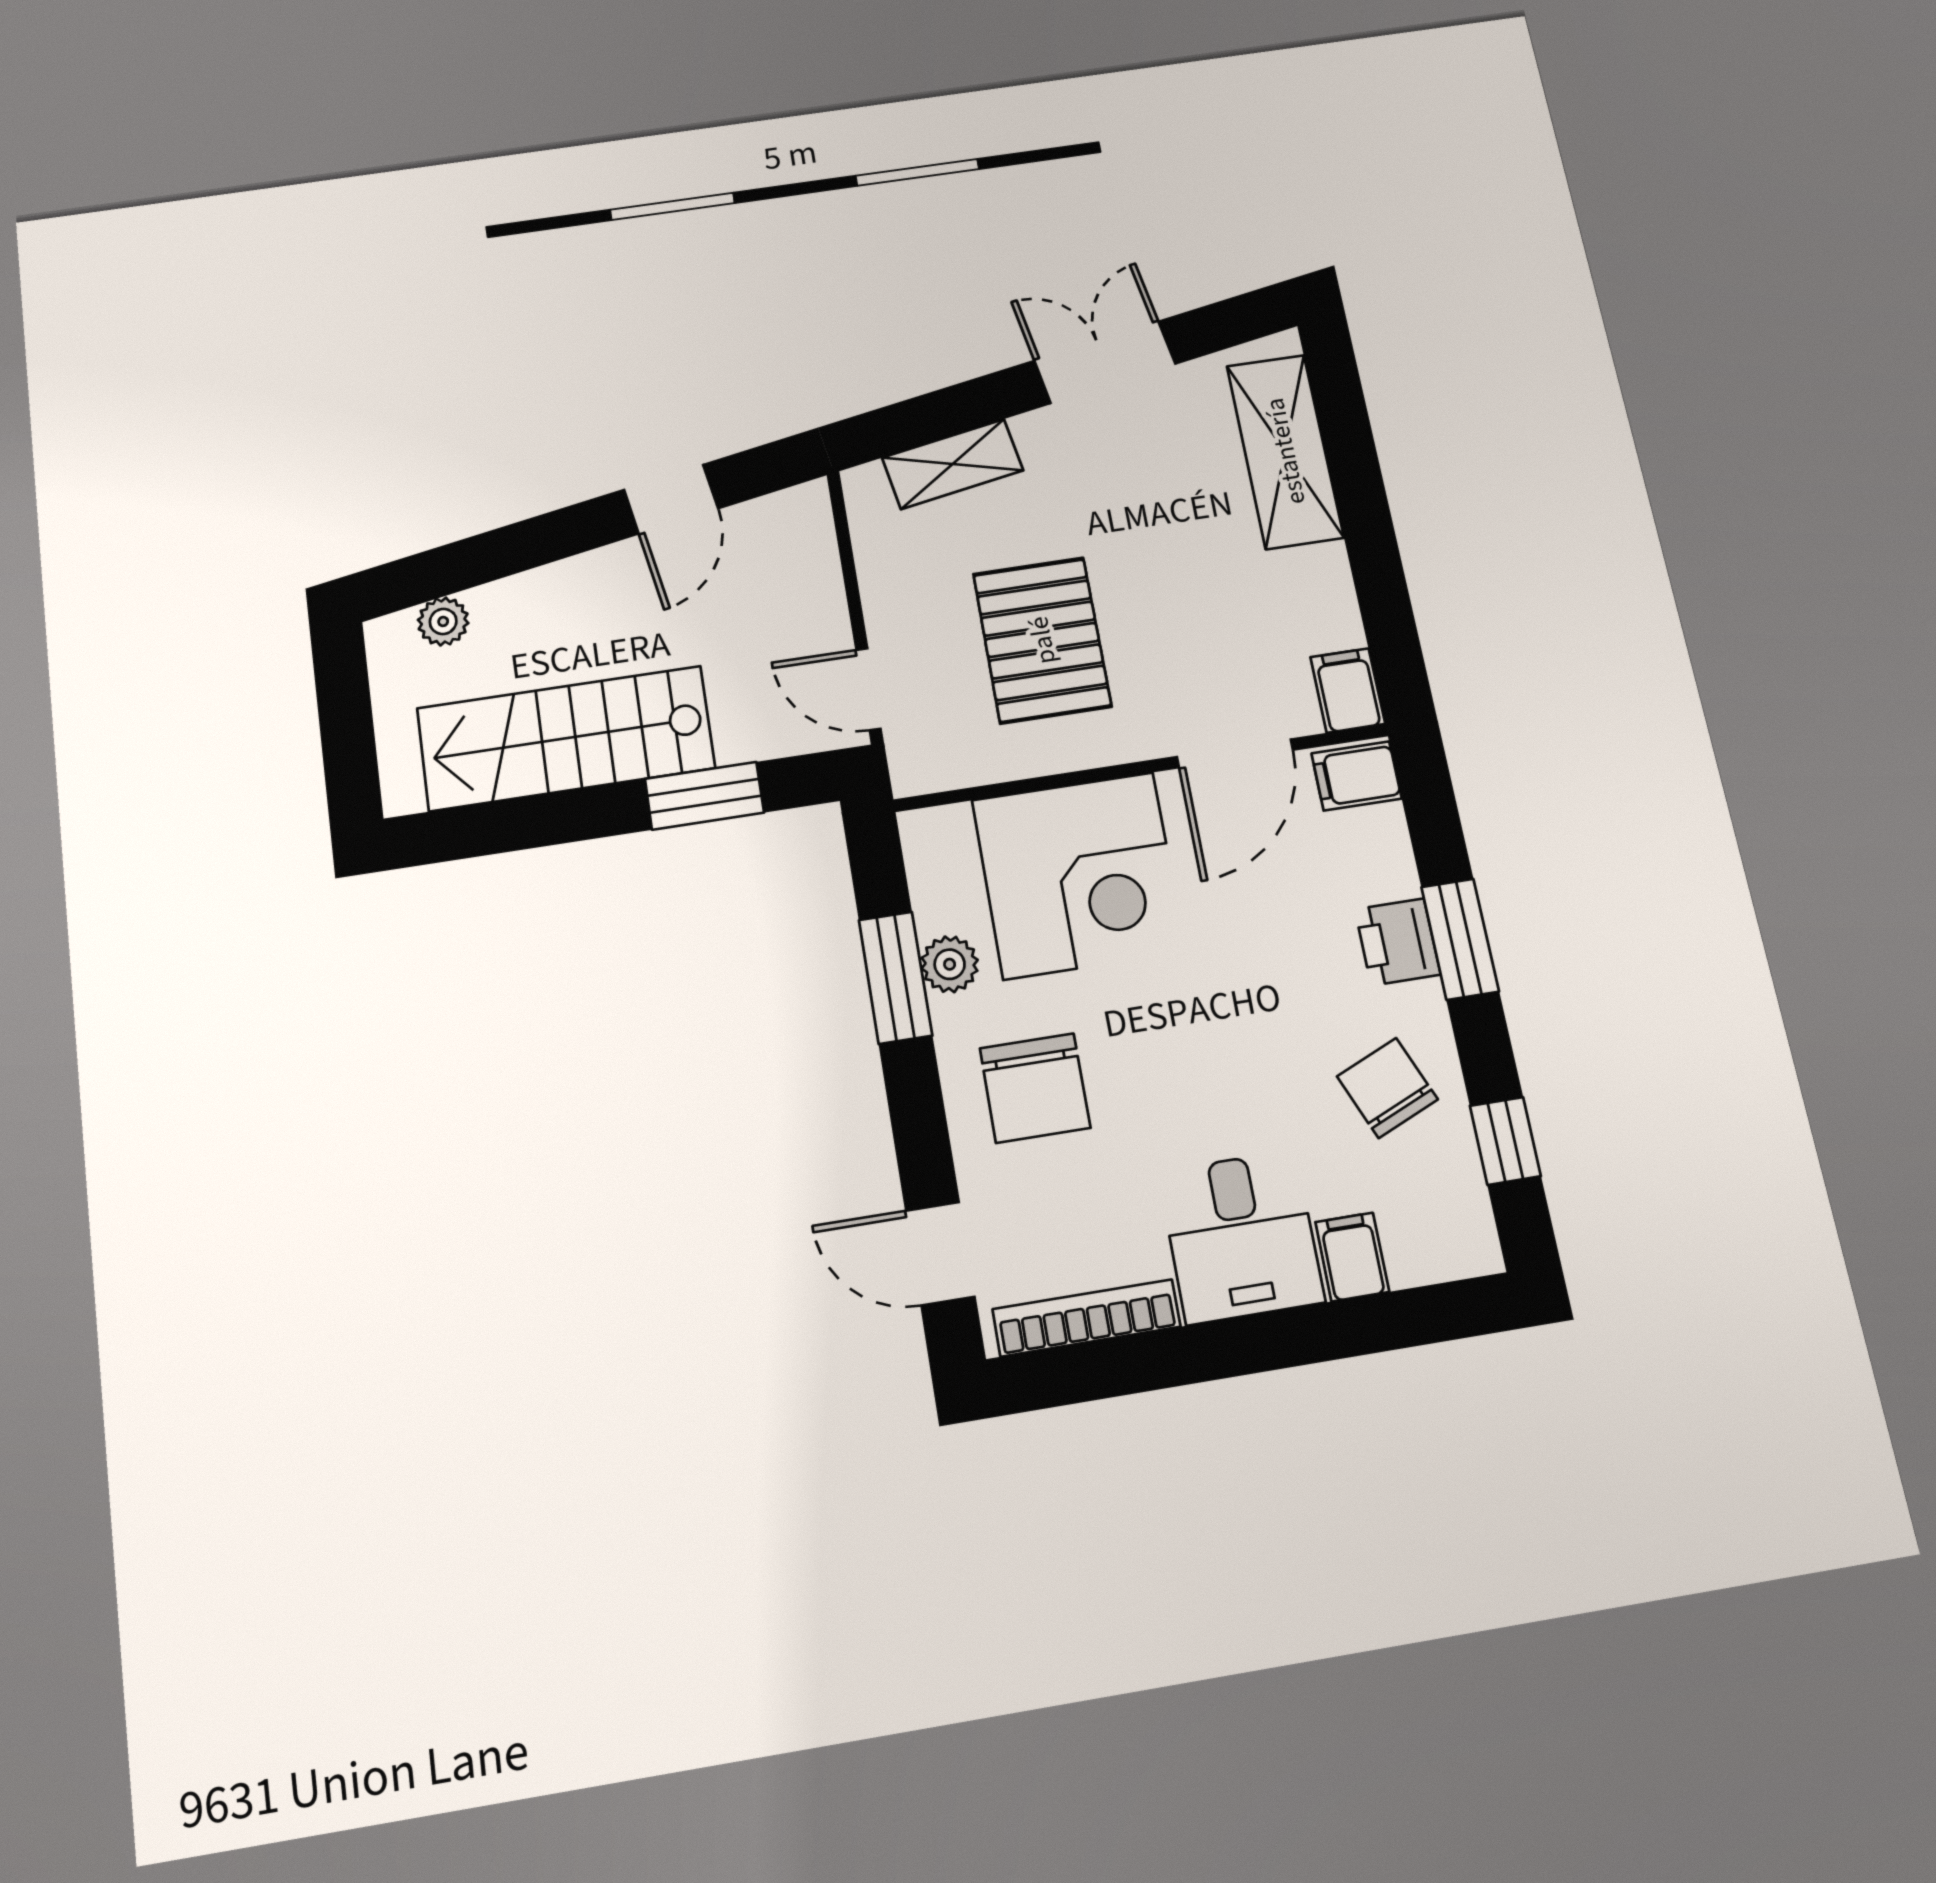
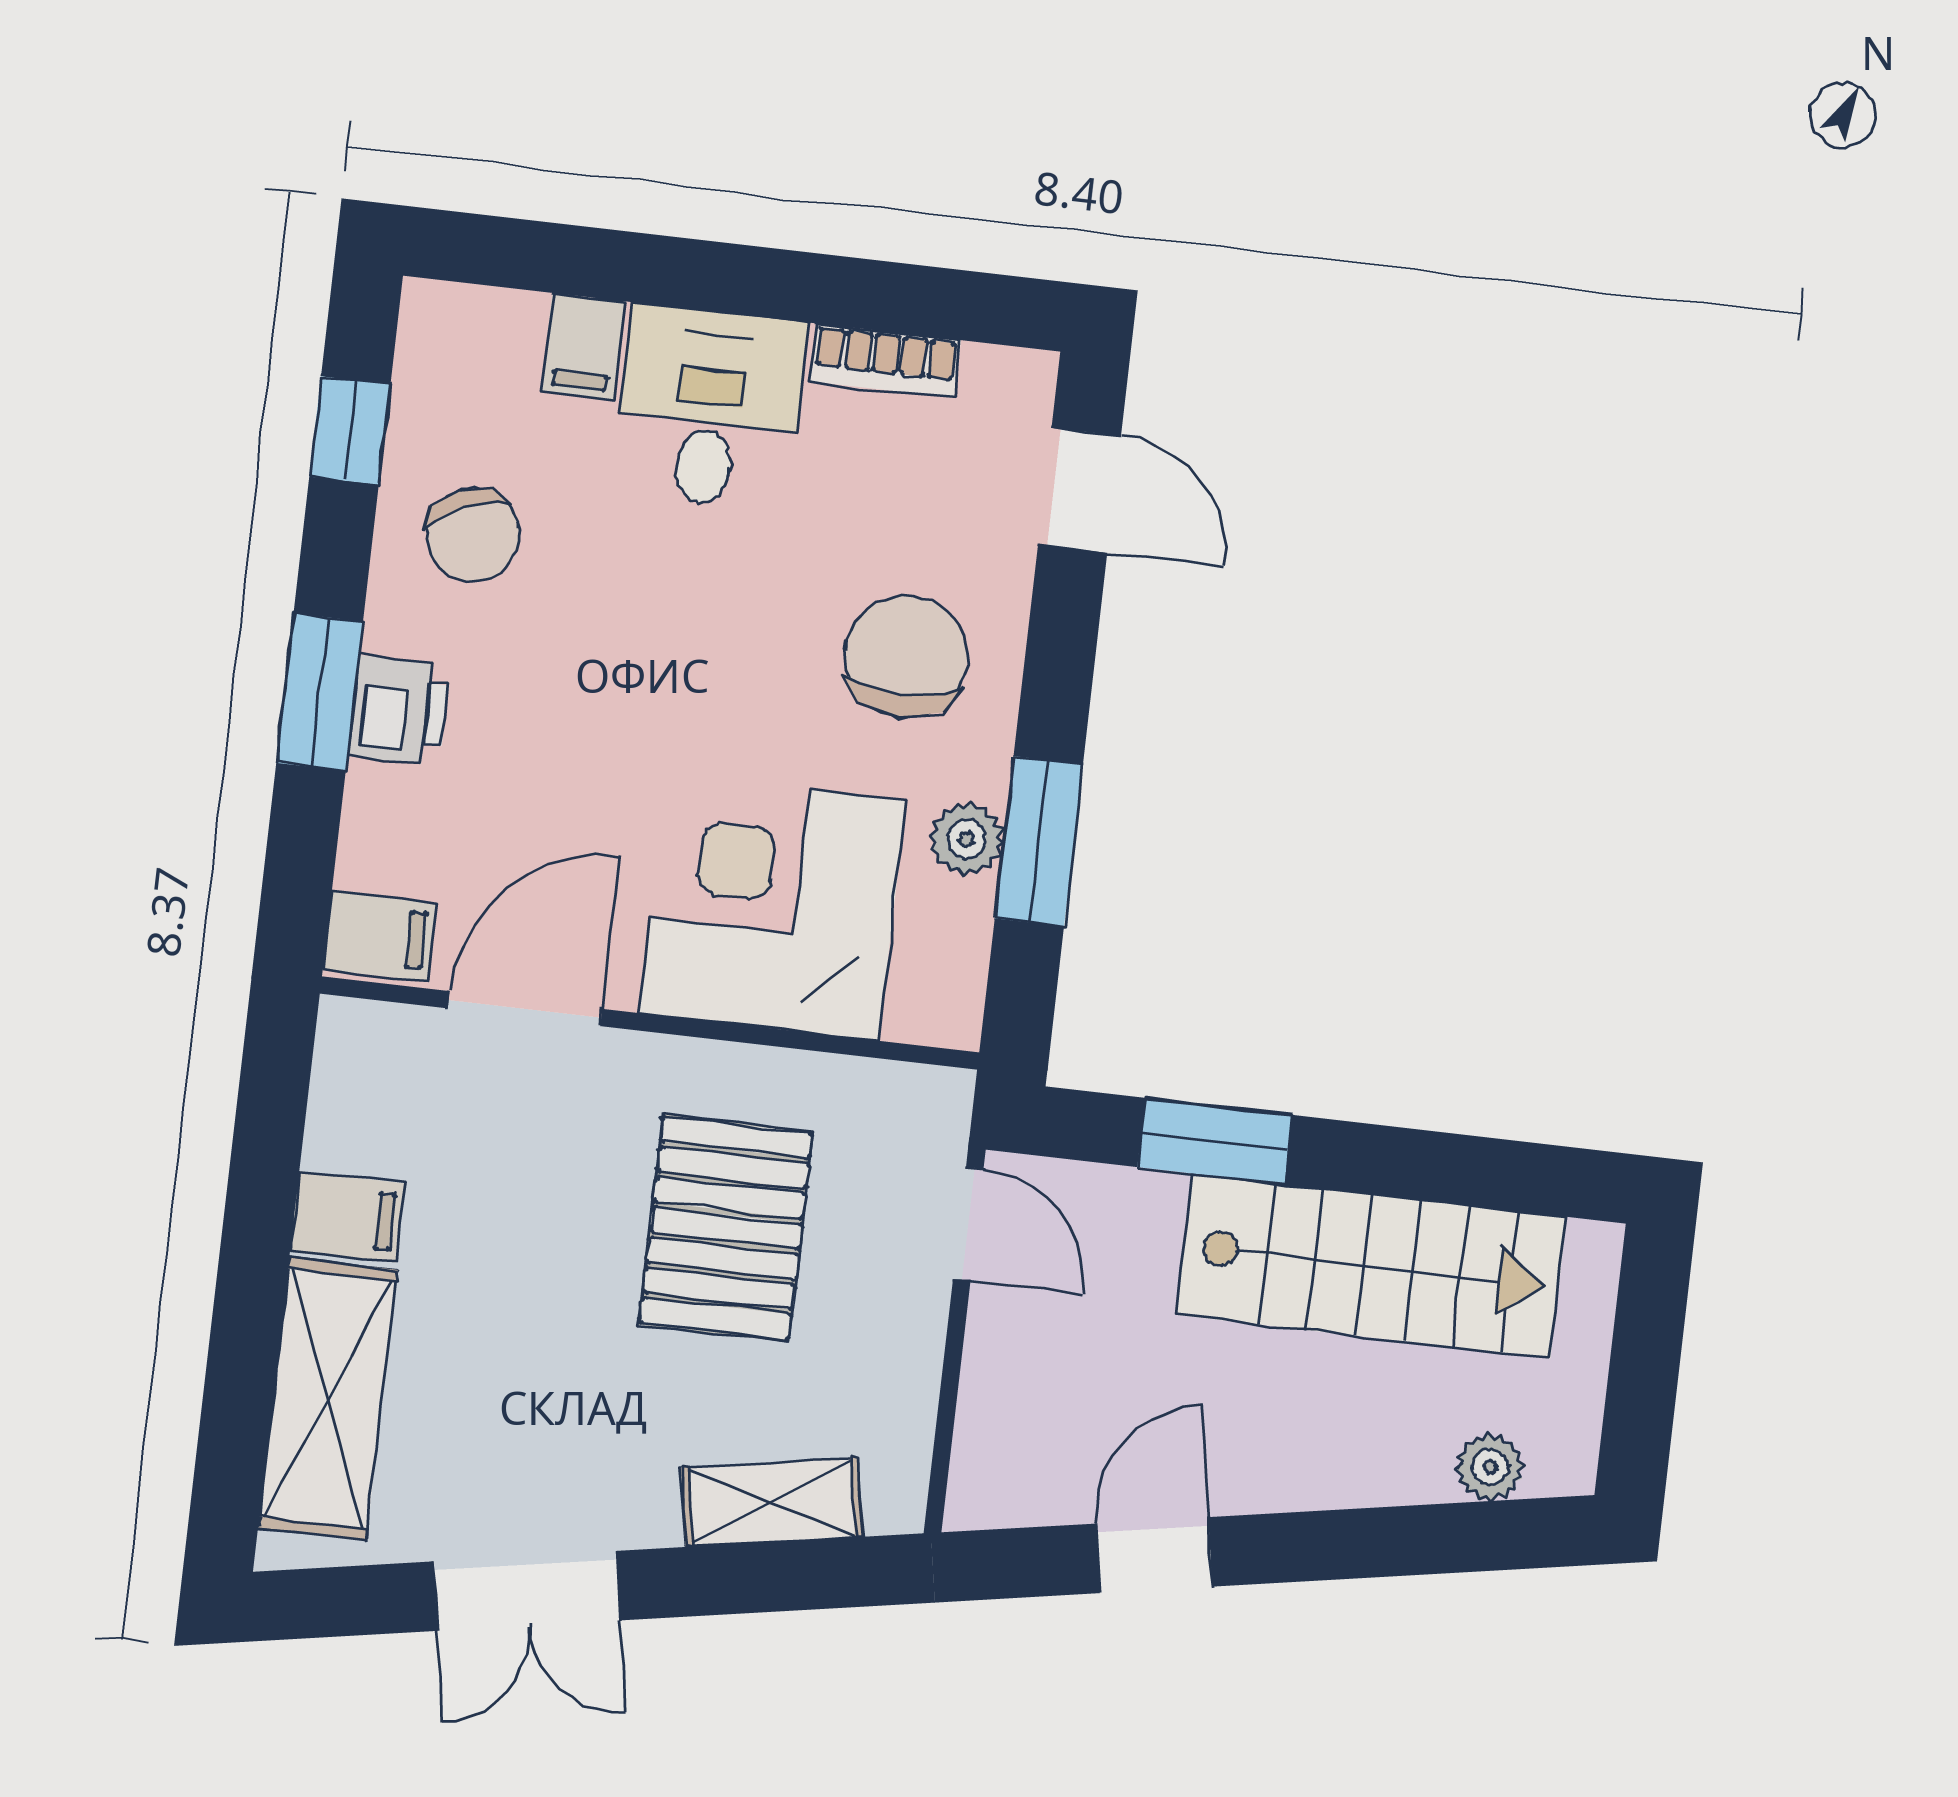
filing cabinet: (1348, 690) -> (348, 1217), moved, turned -90
bookcase: (1087, 1318) -> (885, 361), width x0.64

